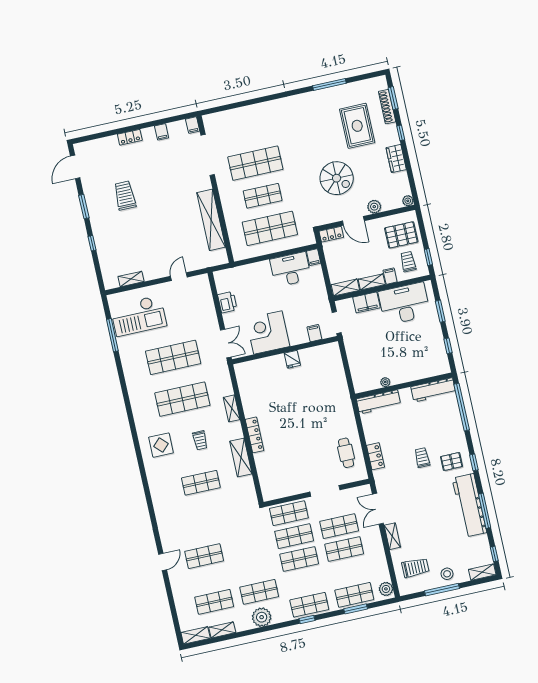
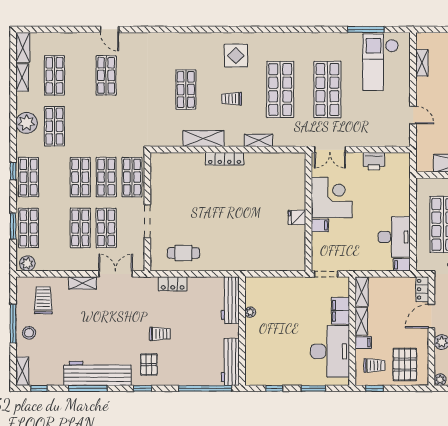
filing cabinet: (314, 333) -> (320, 225), moved
trolley: (415, 568) -> (43, 300), turned 180

